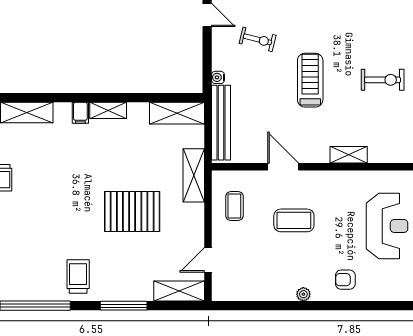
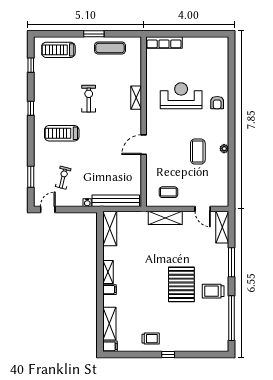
treadmill: (310, 80) -> (62, 133), moved
shelving: (349, 155) -> (136, 98), moved
door: (283, 167) -> (144, 145), moved
shelving: (194, 175) -> (165, 218), moved
pallet: (132, 212) -> (181, 284), moved
coffee table: (294, 220) -> (198, 152), moved
armchair: (345, 280) -> (217, 103), moved

